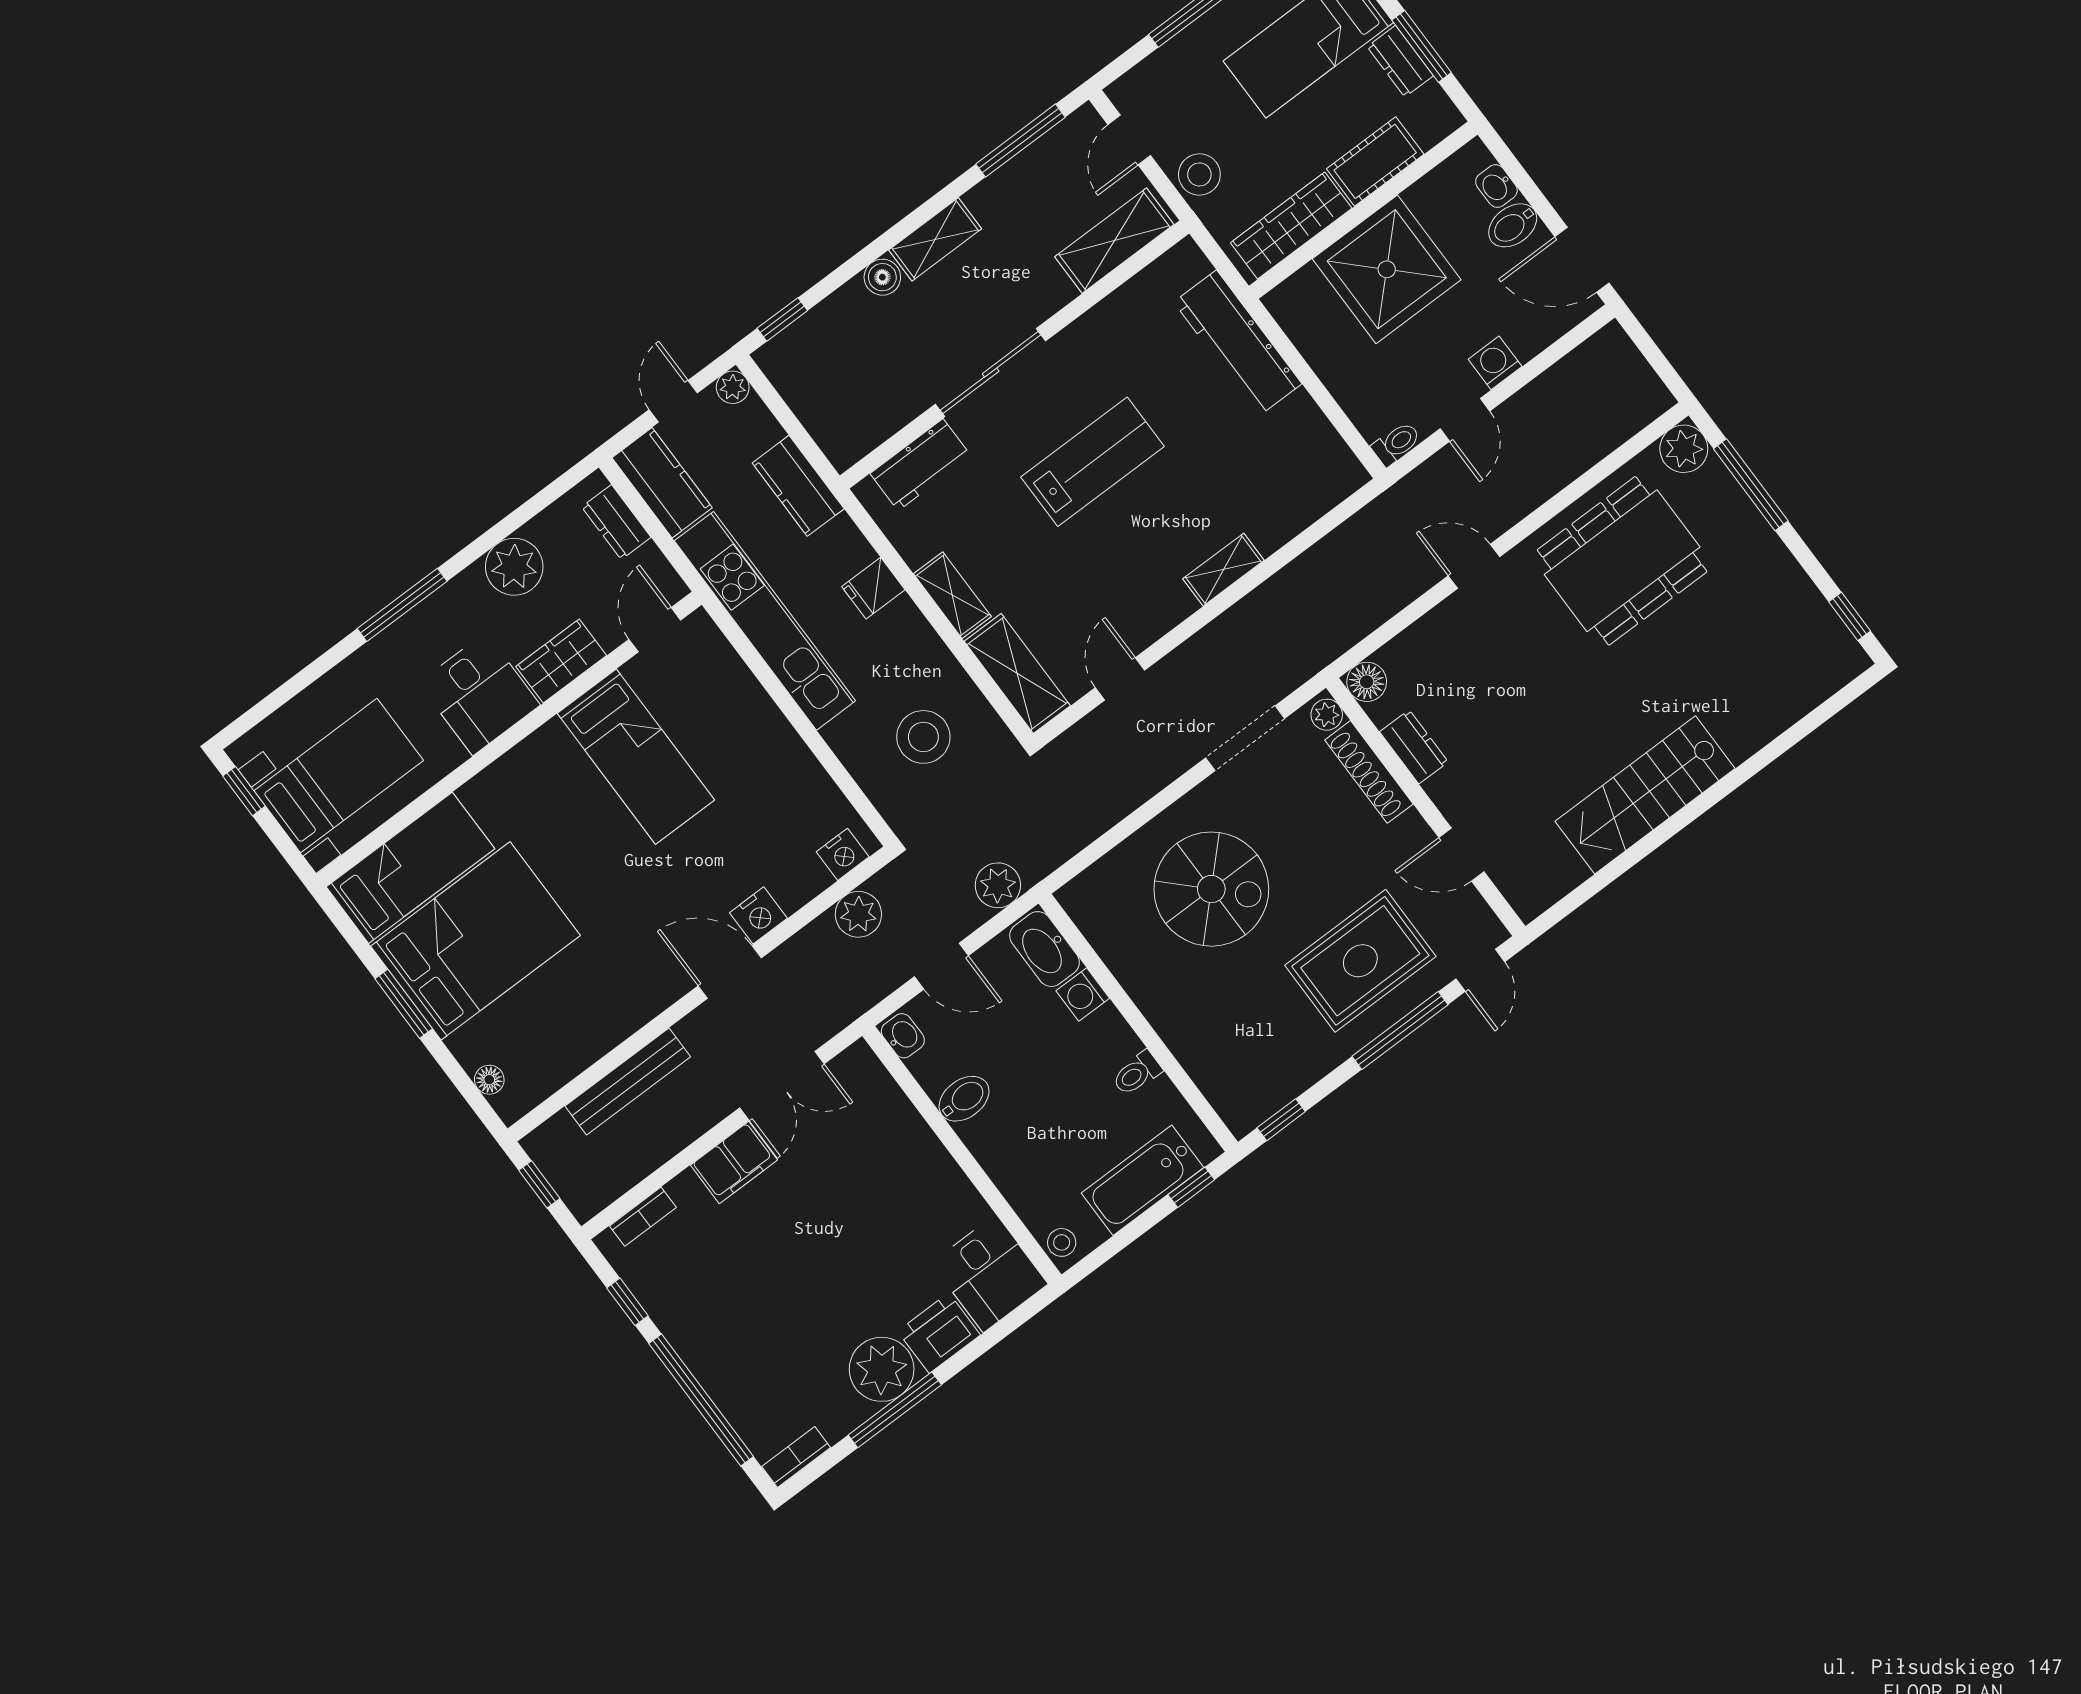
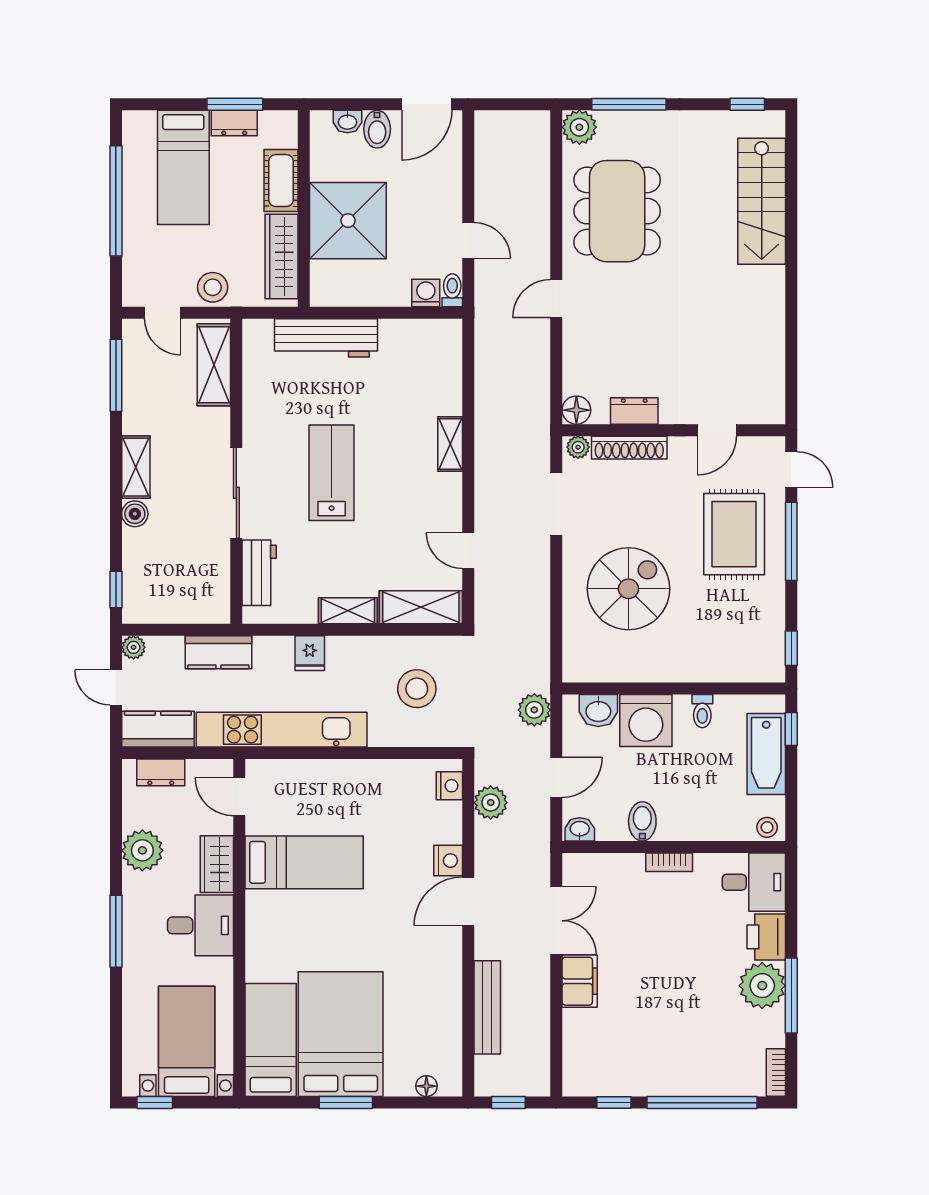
washing machine: (1495, 363) -> (426, 293), moved, turned 90
stairs: (1645, 795) -> (762, 201), moved
washbasin: (1045, 949) -> (598, 711), width x0.72
washing machine: (1083, 994) -> (646, 720), width x1.89, depth x1.89
bookcase: (643, 1217) -> (669, 862), moved, turned 90

